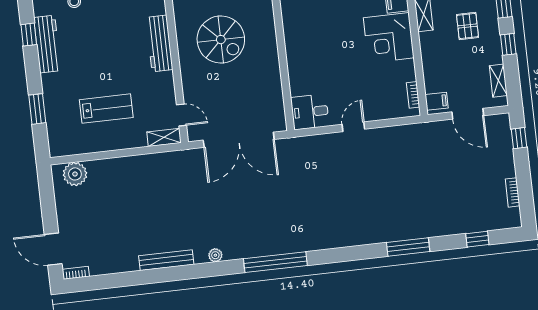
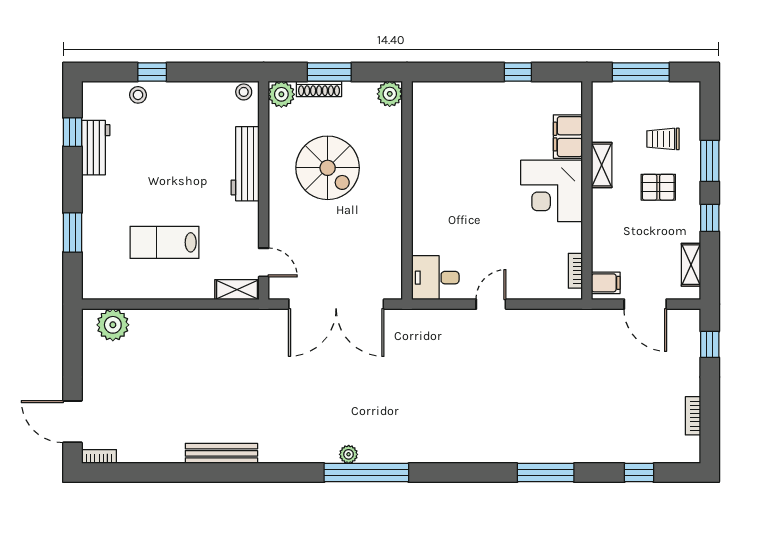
pallet: (468, 26) -> (658, 187), turned 90
workbench: (47, 44) -> (96, 148), width x0.73
lab bench: (106, 109) -> (165, 242), turned 180
plant: (215, 255) -> (349, 454), moved

